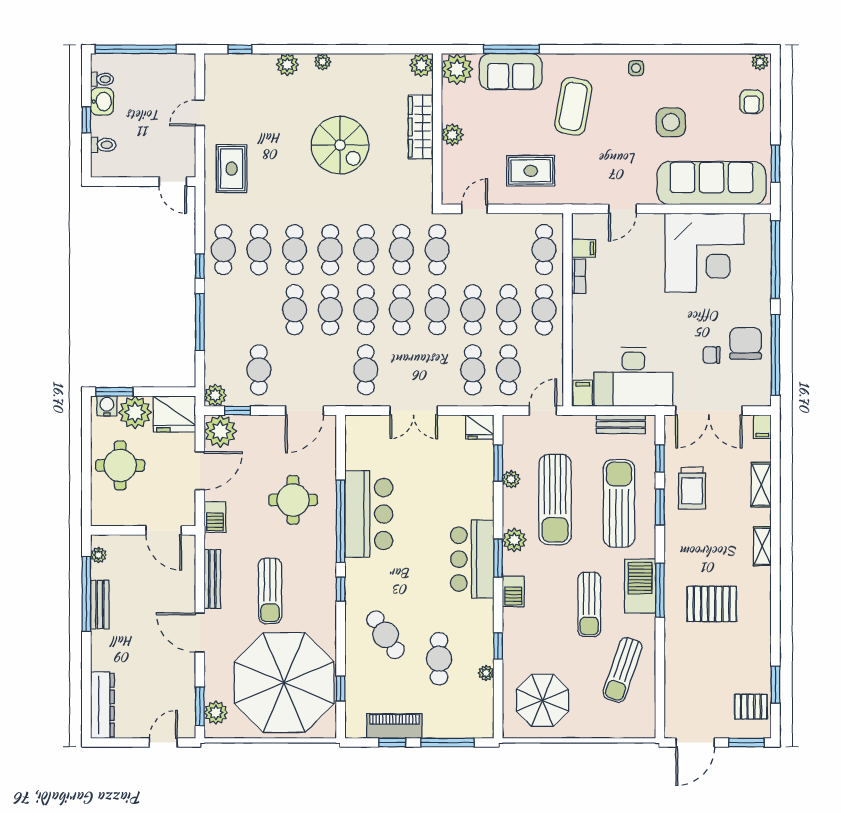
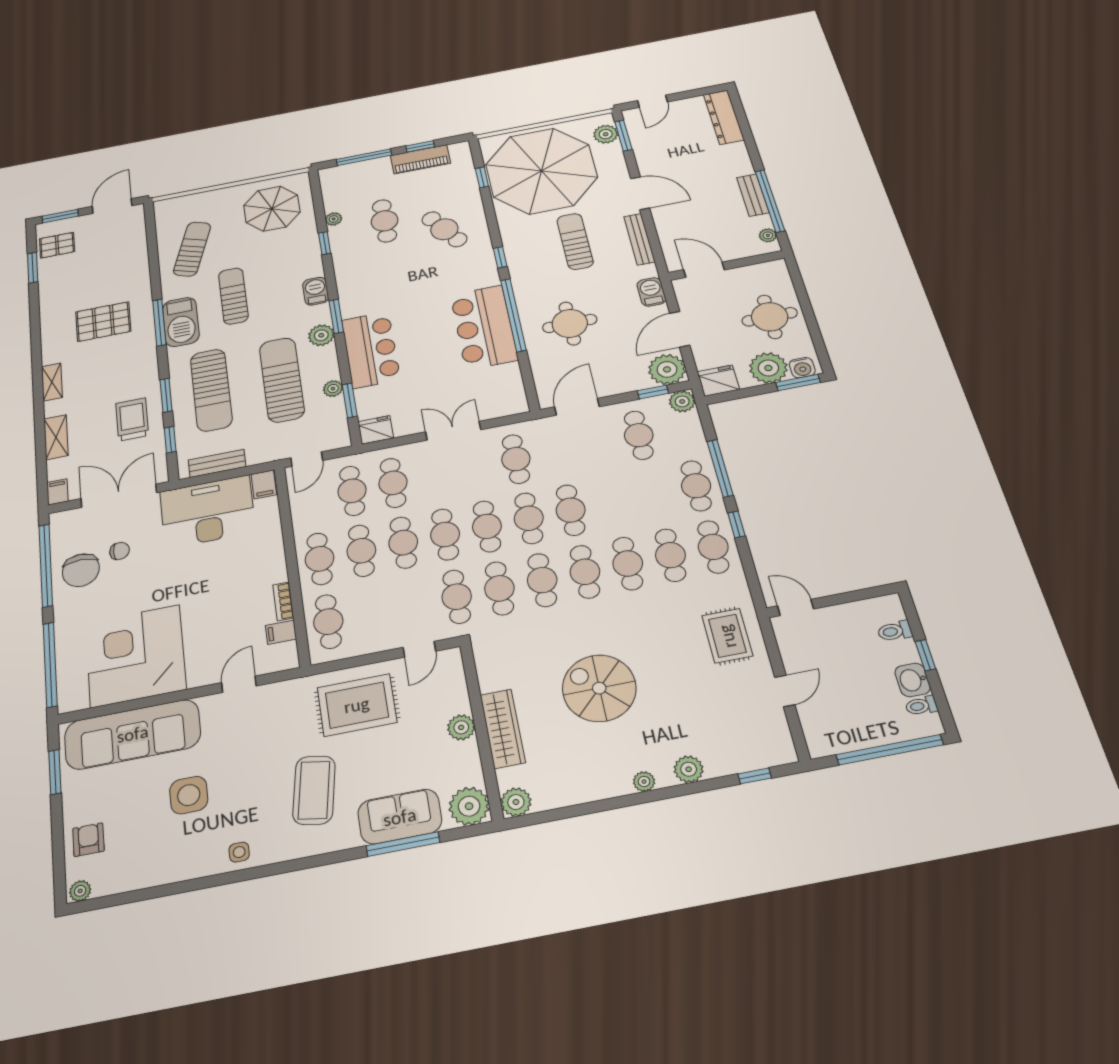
rug: (531, 171) -> (357, 705), width x1.36, depth x1.43
cafe table: (295, 310) -> (696, 486), moved
fridge: (174, 414) -> (718, 381), width x0.73, depth x0.75
bar counter: (472, 559) -> (371, 350), moved

